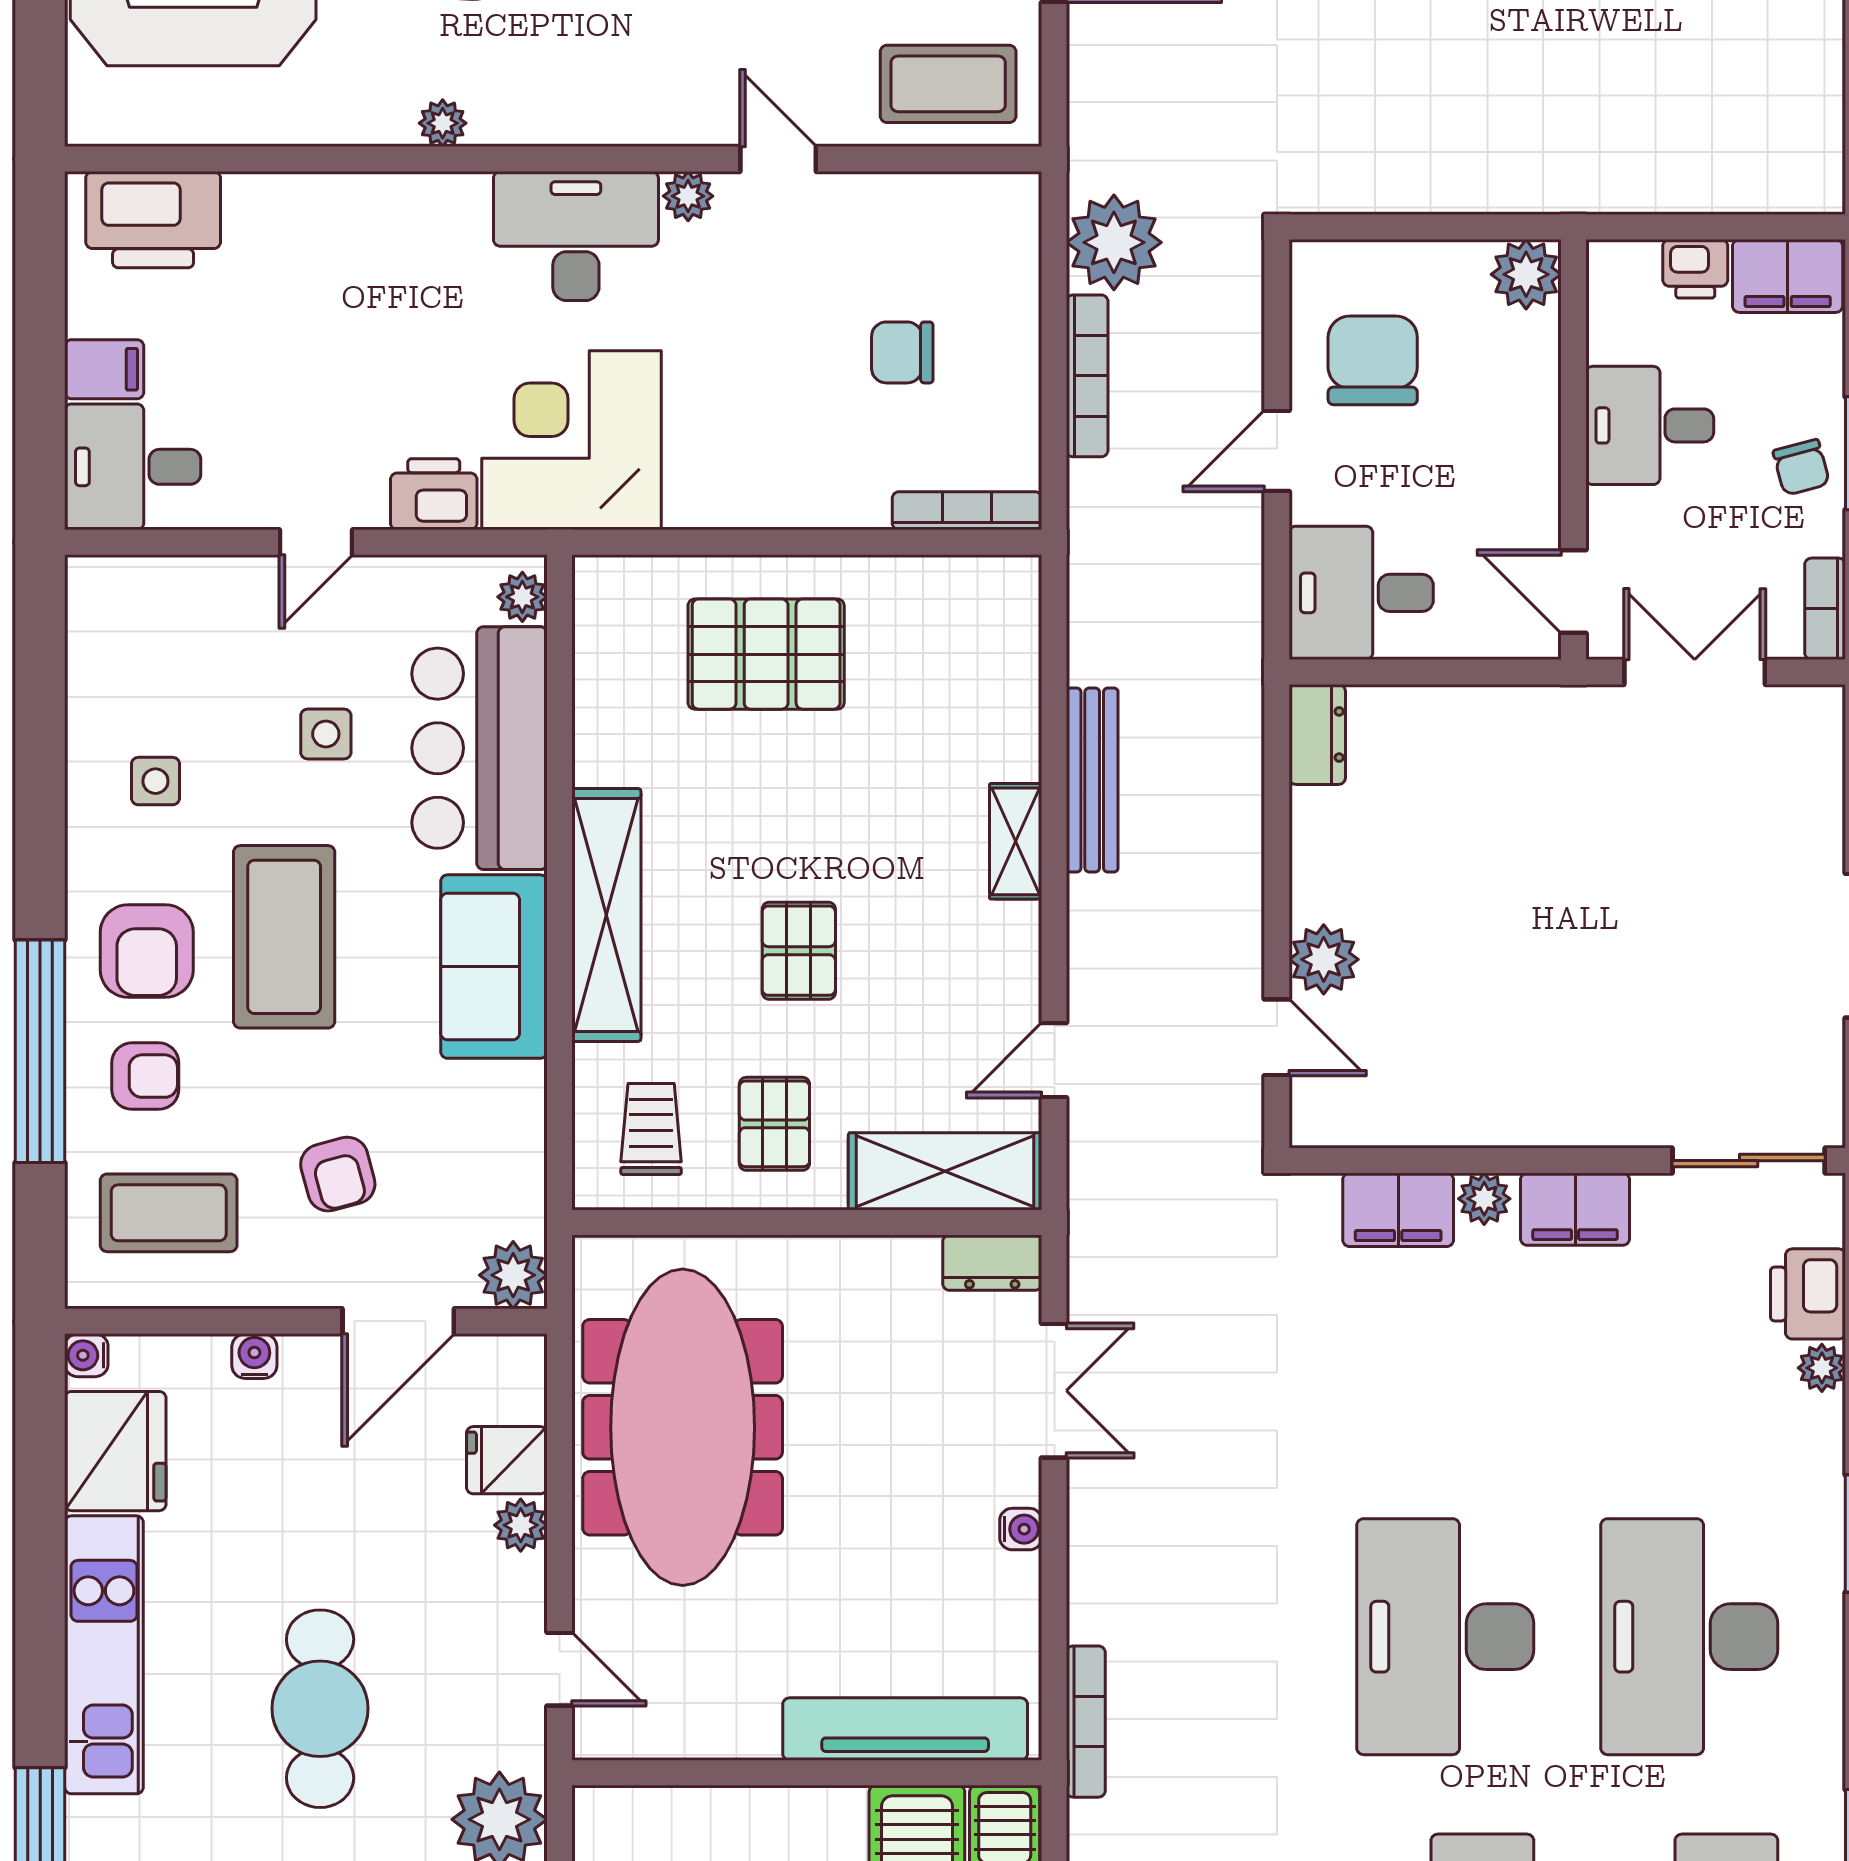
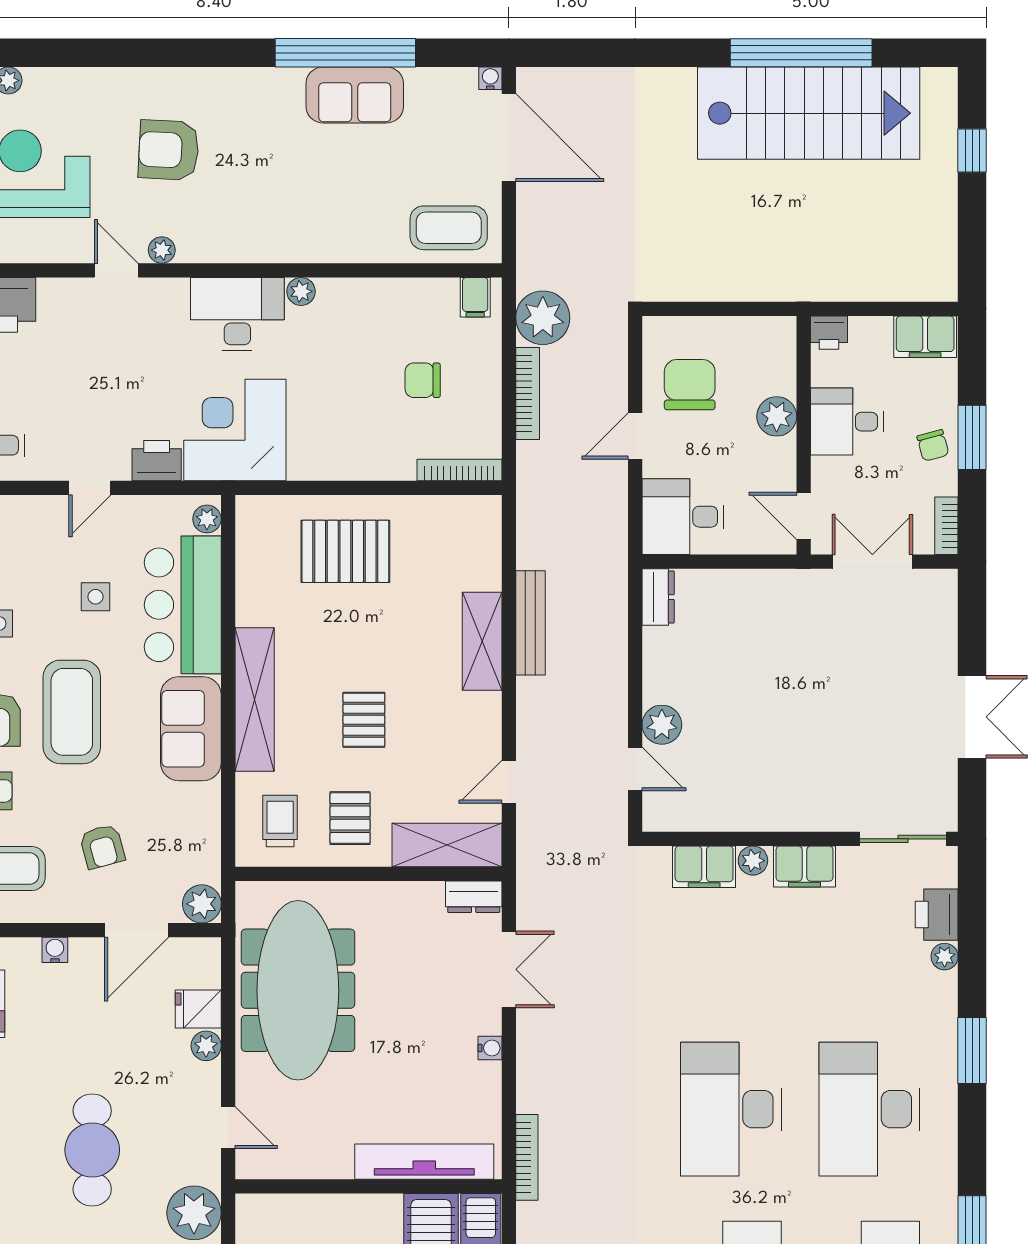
door: (778, 159) -> (116, 270), moved
filing cabinet: (995, 206) -> (475, 297), added
printer: (1695, 269) -> (829, 333), moved
plant: (1526, 274) -> (777, 416), moved
shelving: (1016, 841) -> (482, 641), width x1.50, depth x1.33

